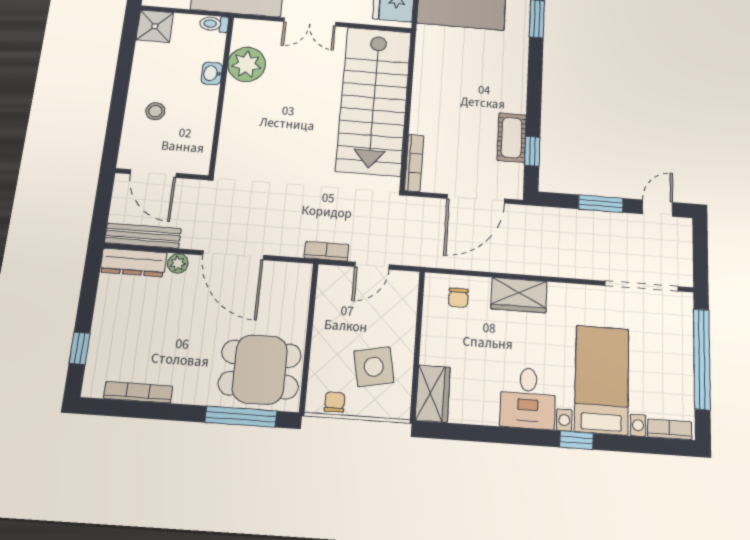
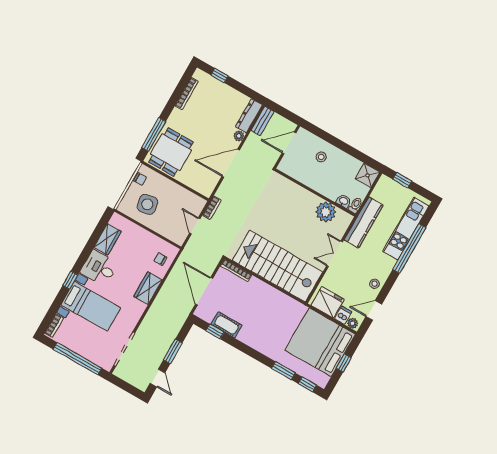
washbasin: (212, 73) -> (344, 201), moved
bench: (143, 236) -> (263, 121), width x0.73
wardrobe: (433, 394) -> (107, 239), moved, turned -90

